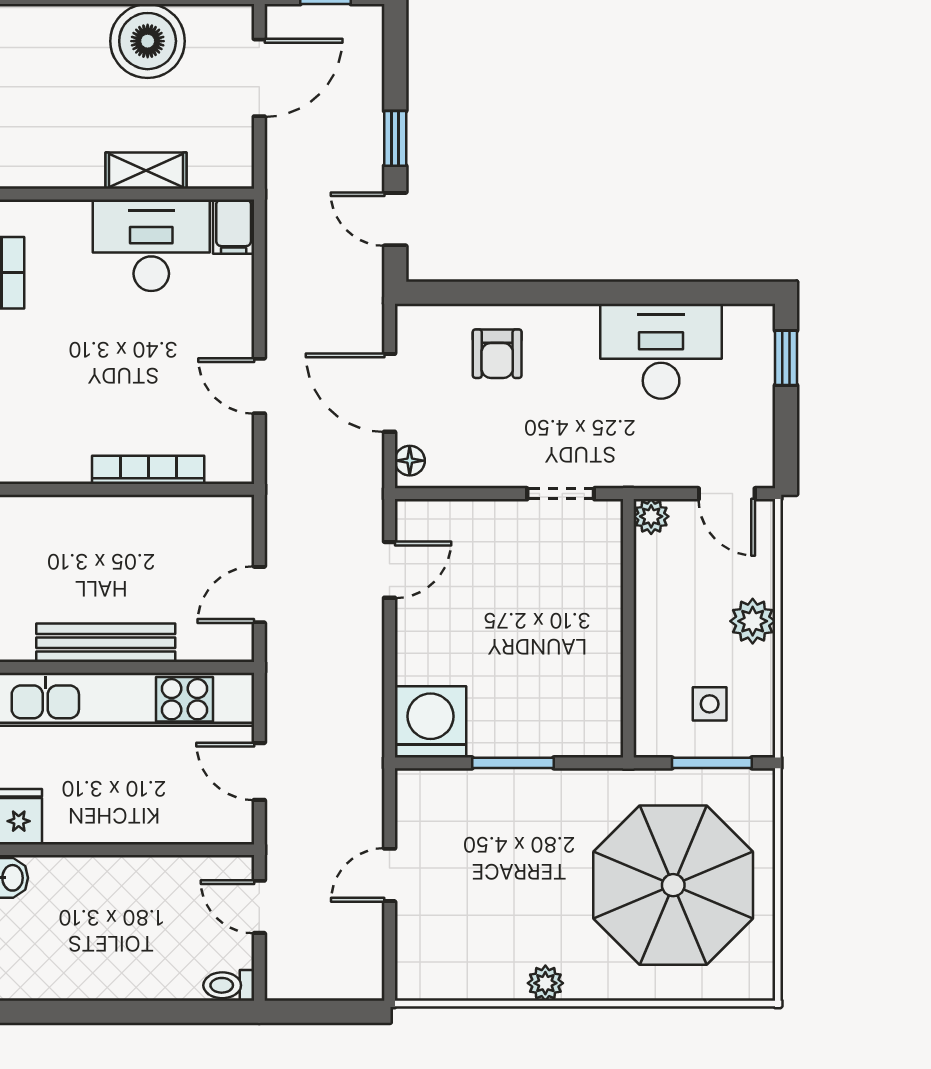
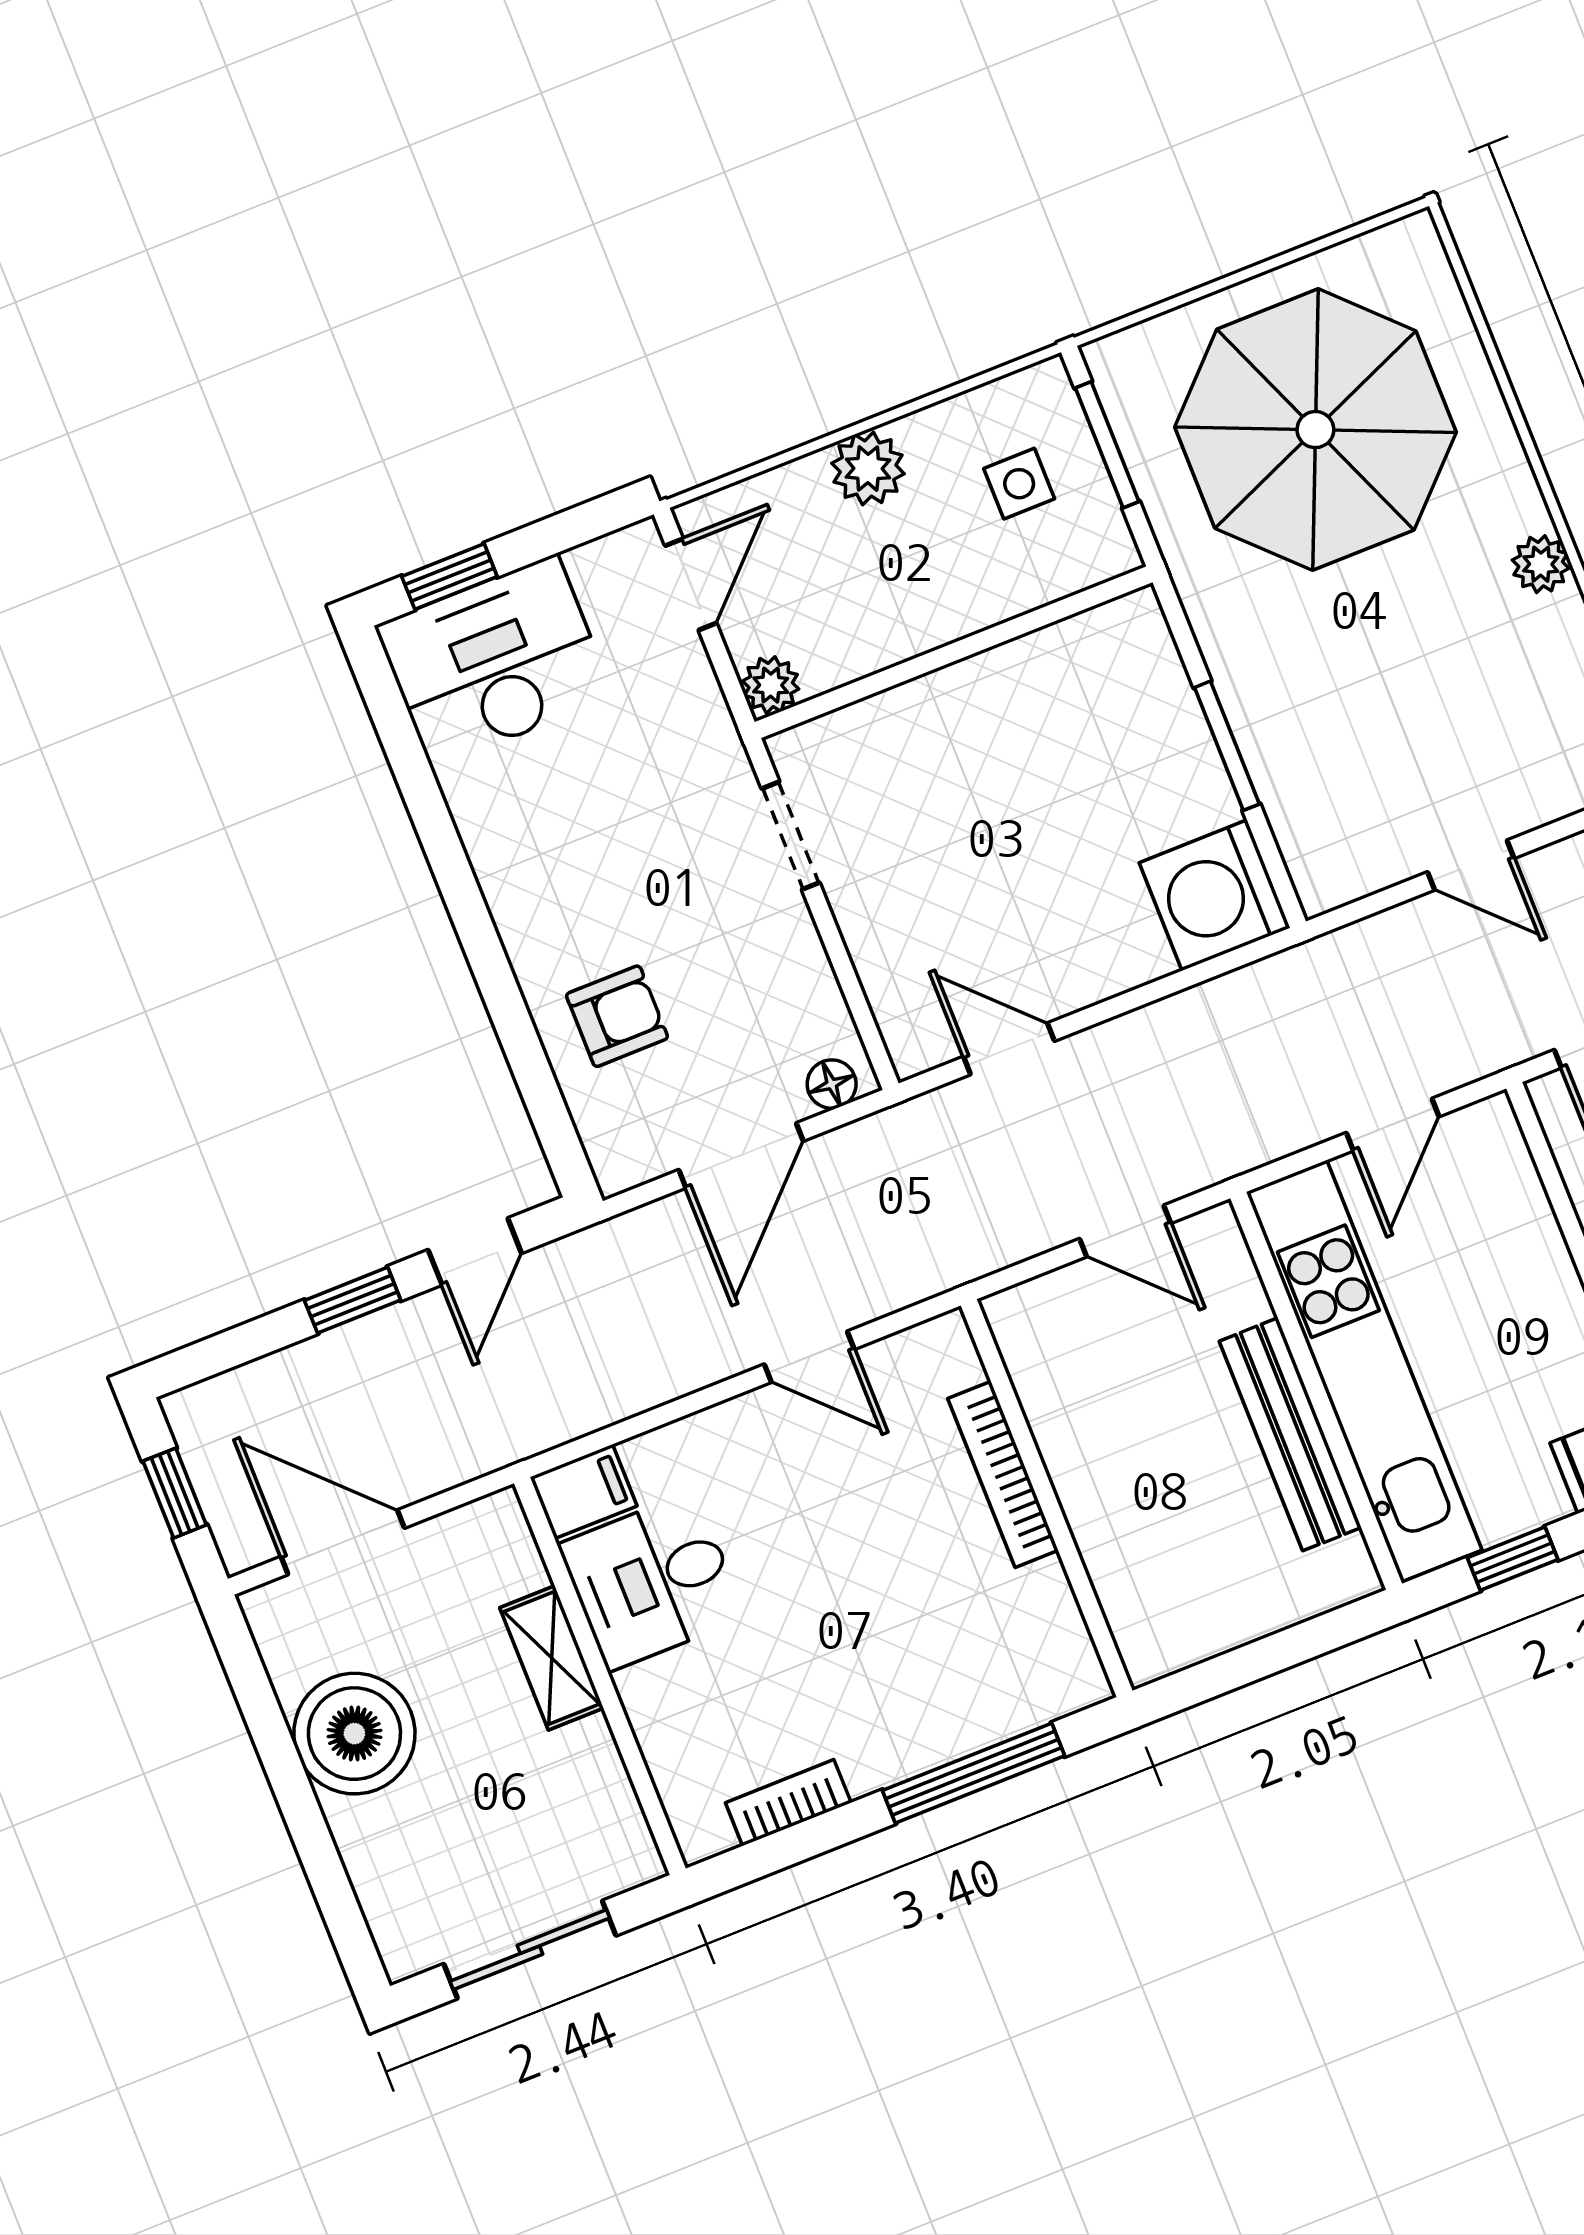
desk: (151, 245) -> (652, 1581), width x0.73
desk: (661, 351) -> (494, 661), moved, turned 90
door: (259, 386) -> (809, 1357), hinge flipped

